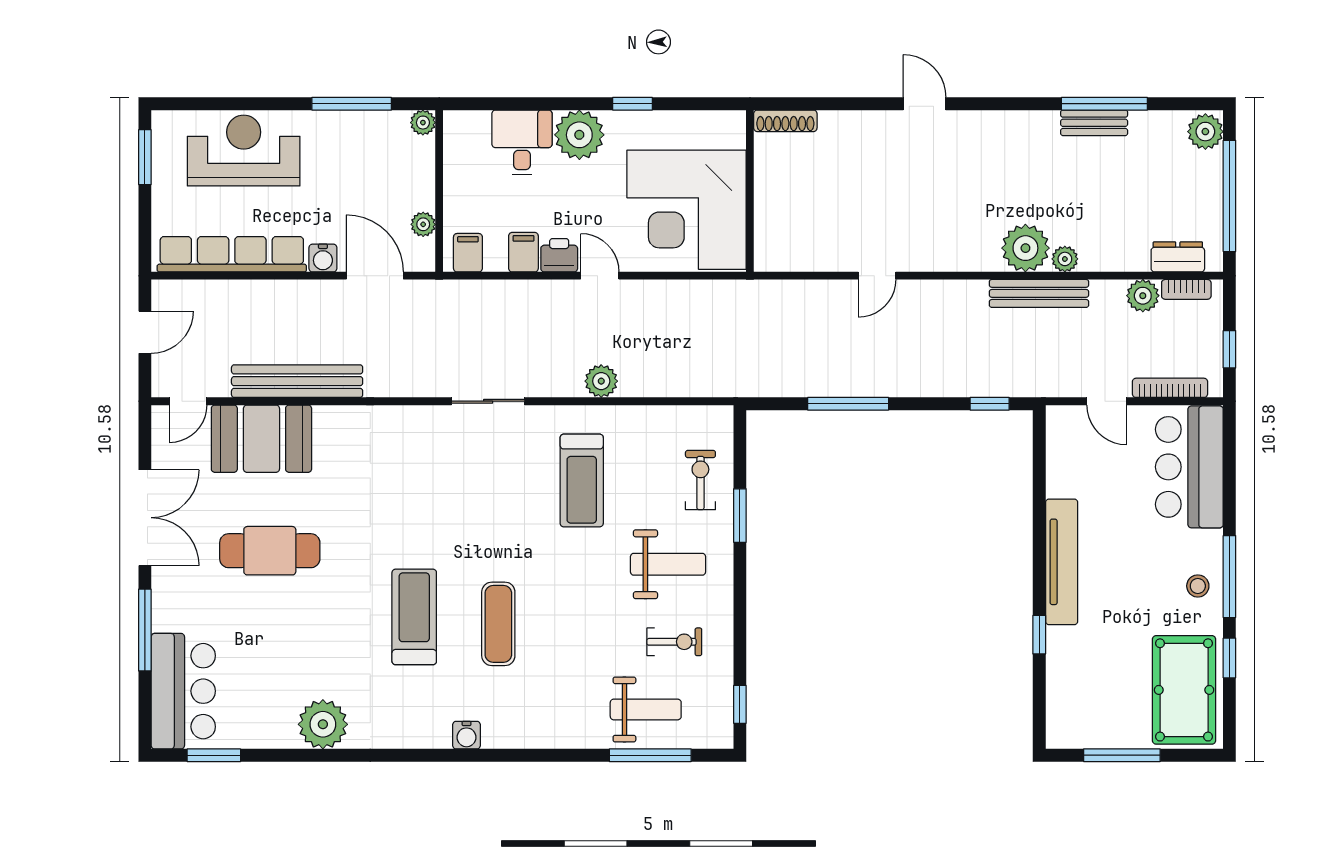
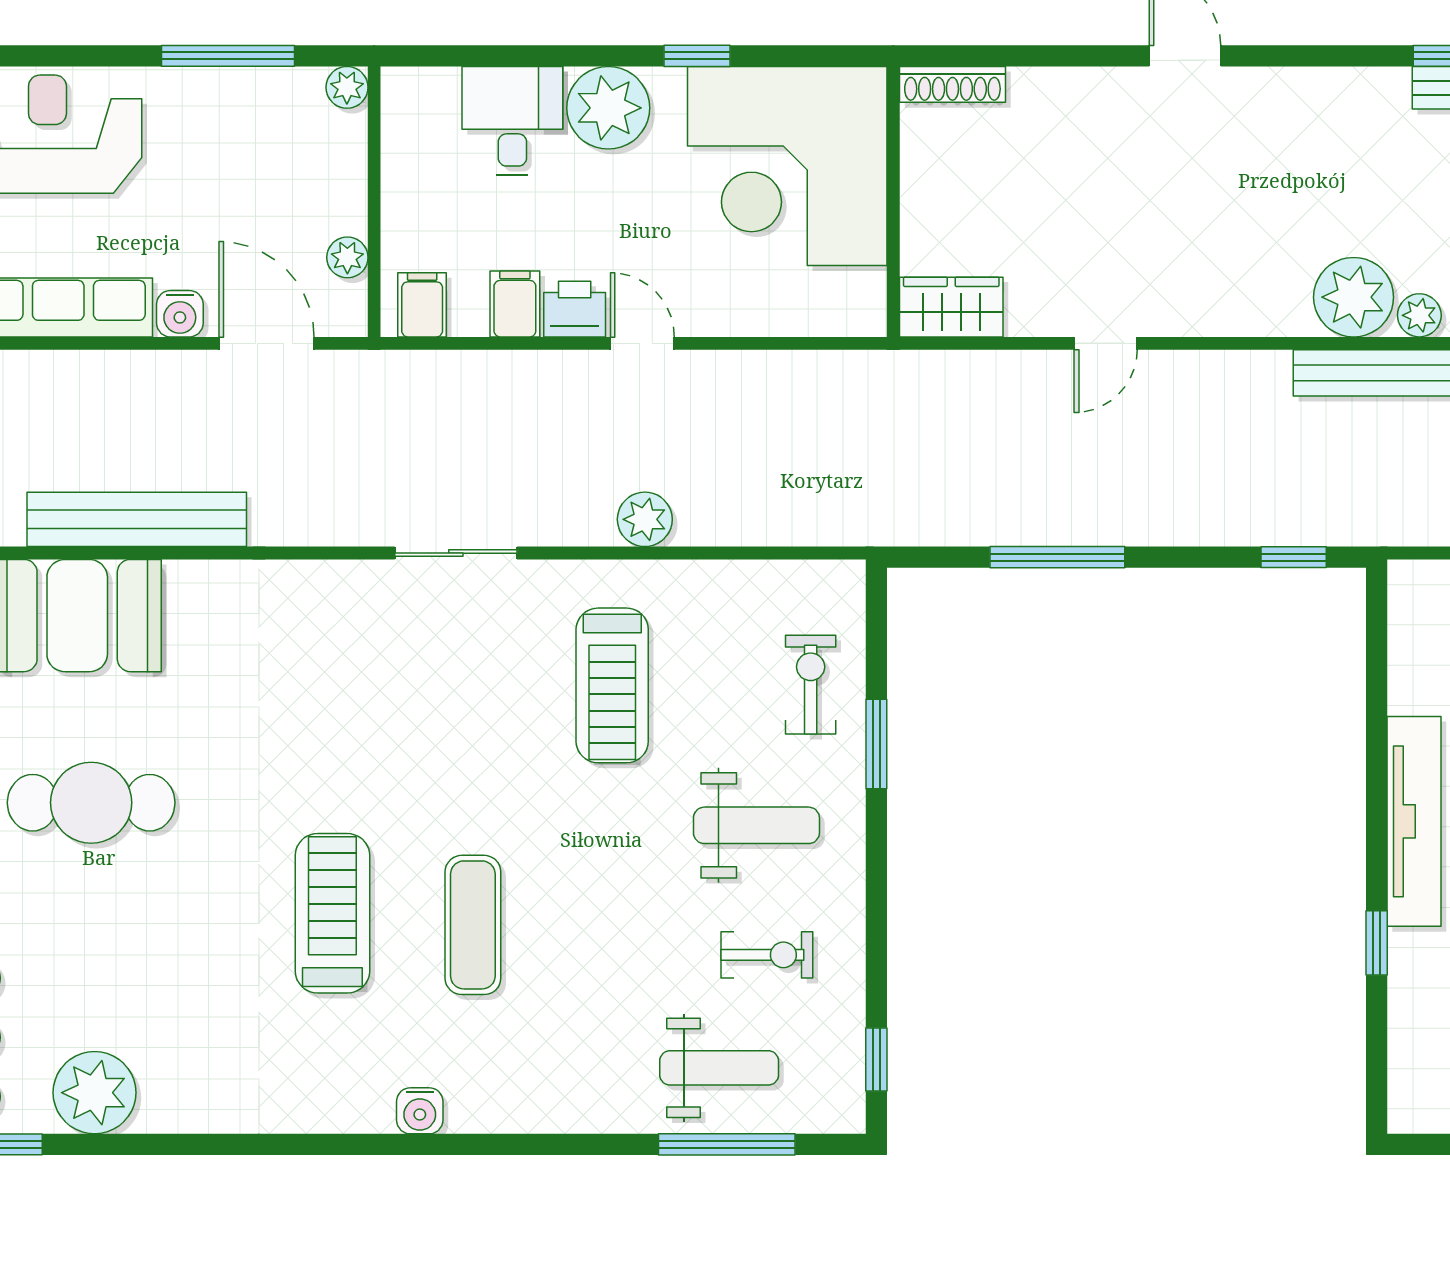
corner desk: (687, 210) -> (787, 166), moved
wardrobe: (785, 254) -> (951, 307), added
plant: (323, 724) -> (95, 1093), moved

